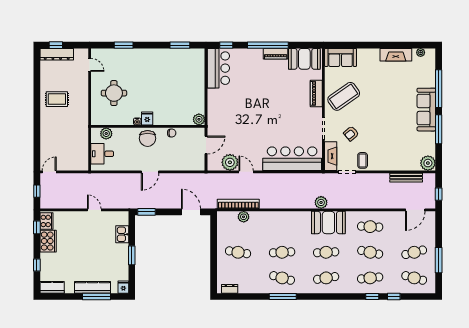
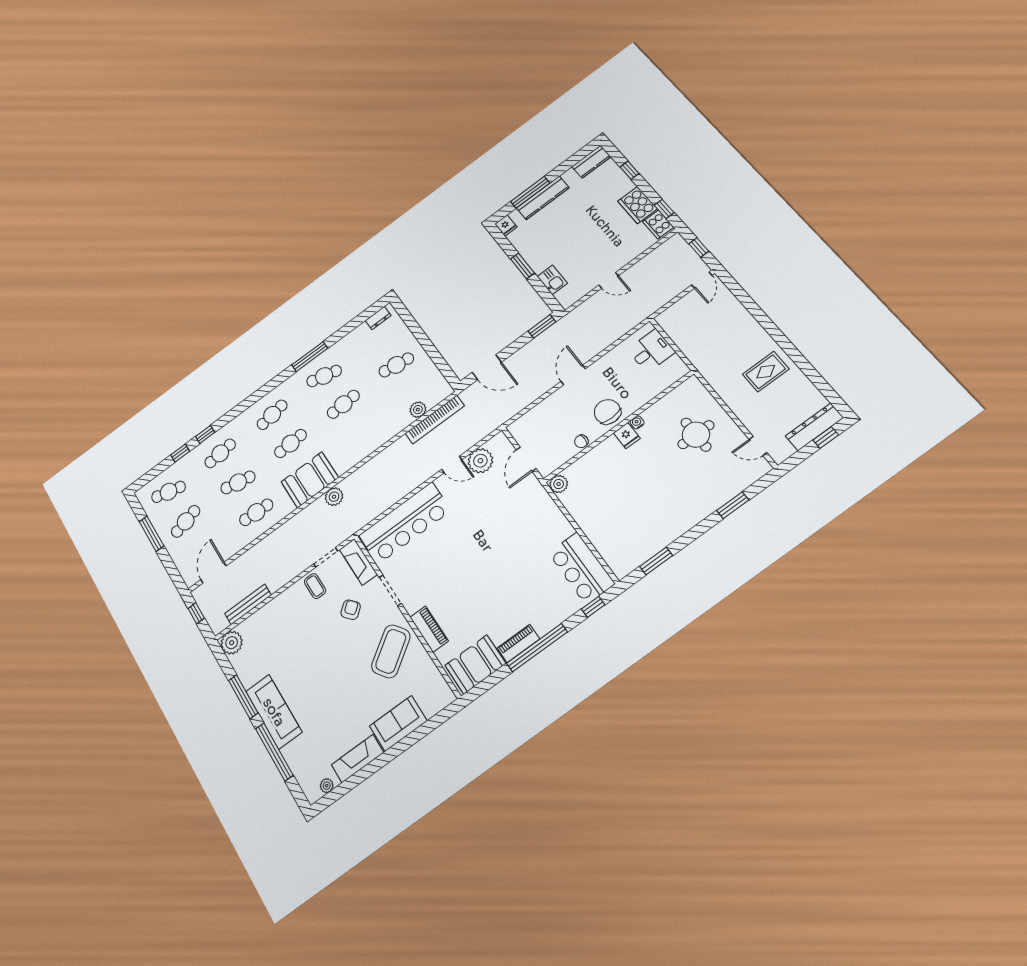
sofa: (341, 57) -> (398, 723), moved
plant: (106, 134) -> (666, 378), removed

